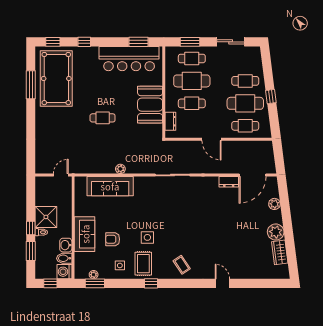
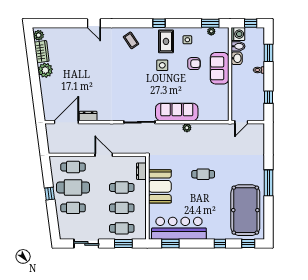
cafe table: (192, 81) -> (122, 208), width x0.73, depth x0.74
window: (31, 85) -> (269, 183), moved
sofa: (110, 186) -> (177, 112), moved
plant: (274, 204) -> (39, 35), moved
shower: (46, 217) -> (255, 84), removed
window: (31, 228) -> (269, 97), moved

